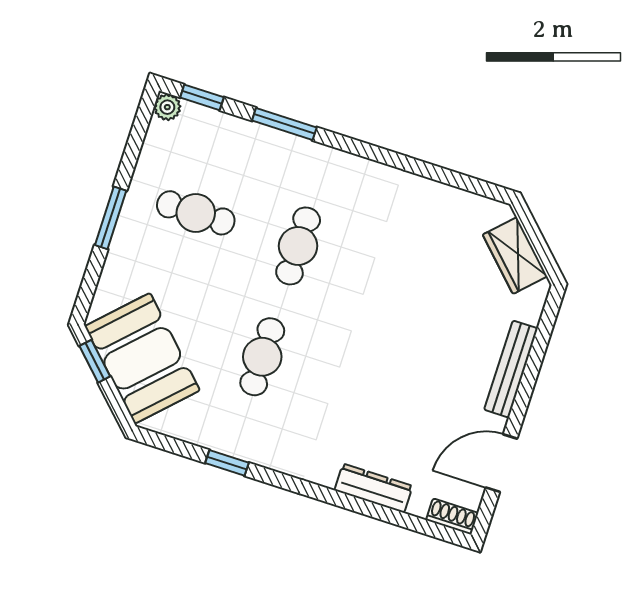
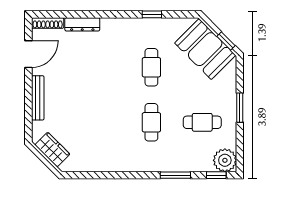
plant: (167, 107) -> (225, 160), width x1.88, depth x1.88
shoe rack: (452, 516) -> (48, 23), width x1.43

